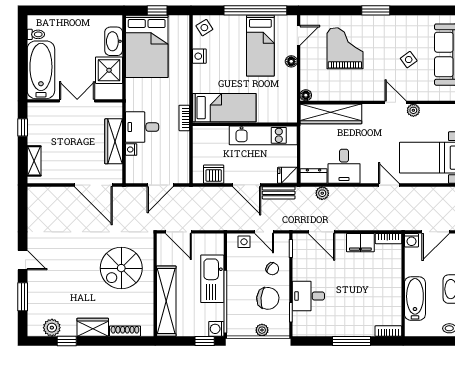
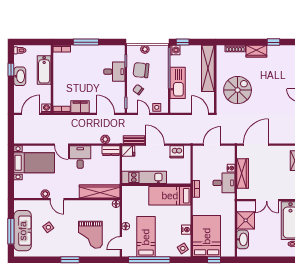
bed: (147, 46) -> (207, 236), moved
desk: (344, 166) -> (80, 157), moved
door: (93, 185) -> (256, 145), hinge flipped
plant: (52, 328) -> (283, 51), removed

